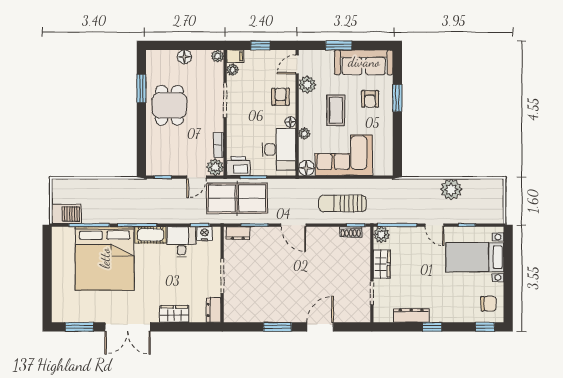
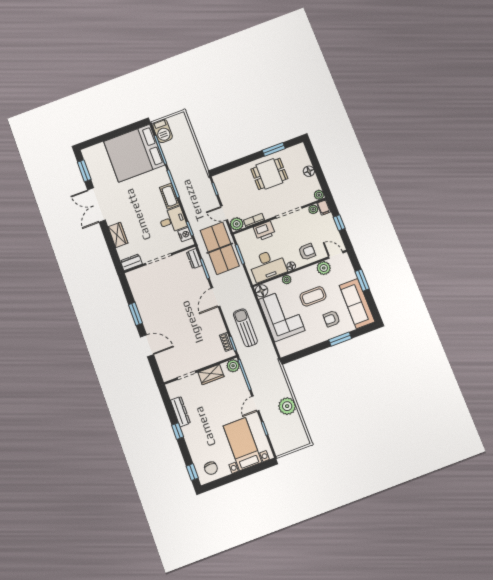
printer: (238, 166) -> (264, 231), moved, turned 90
bed: (105, 258) -> (134, 153), moved

